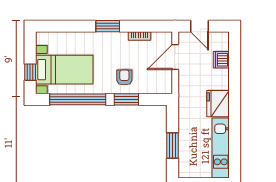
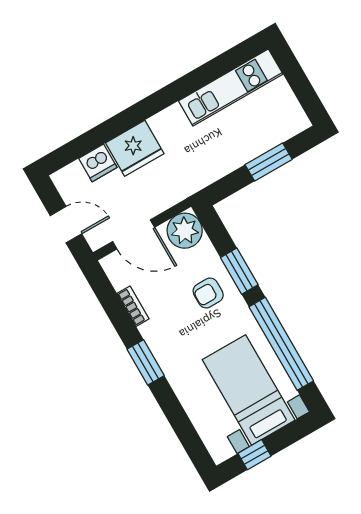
door: (200, 26) -> (66, 225), hinge flipped
window: (30, 72) -> (254, 455), moved
plant: (162, 84) -> (185, 231), added
fridge: (218, 104) -> (135, 148), moved

